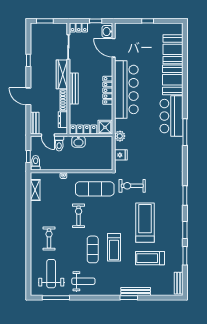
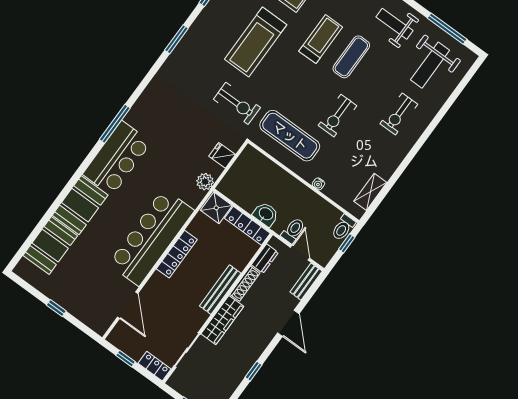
washbasin: (107, 32) -> (120, 333), removed

